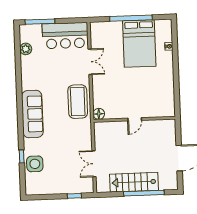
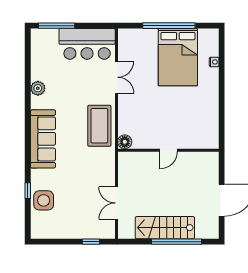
plant: (26, 49) -> (38, 88), moved

